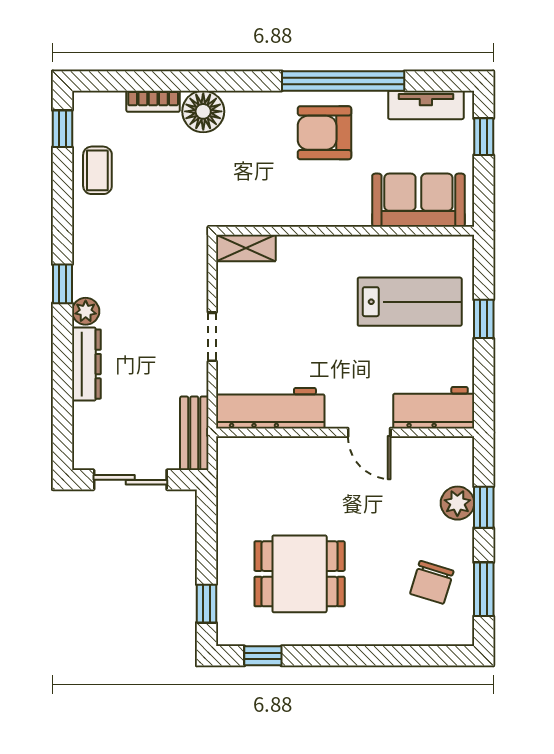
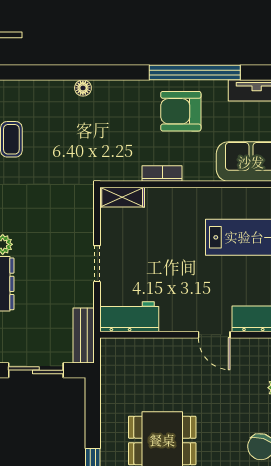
bookcase: (153, 101) -> (162, 174), moved, turned 180
floor lamp: (203, 111) -> (83, 88), width x0.53, depth x0.53
workbench: (270, 408) -> (129, 317), width x0.73

